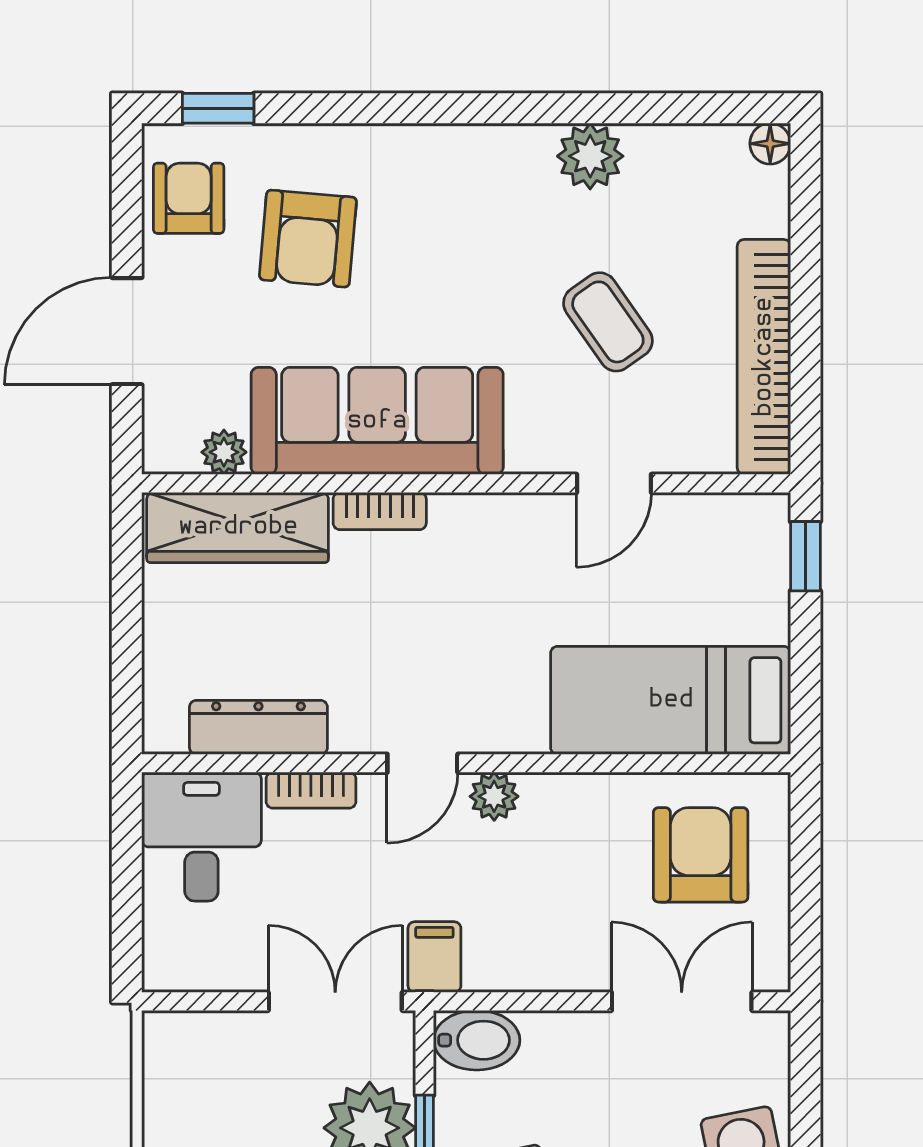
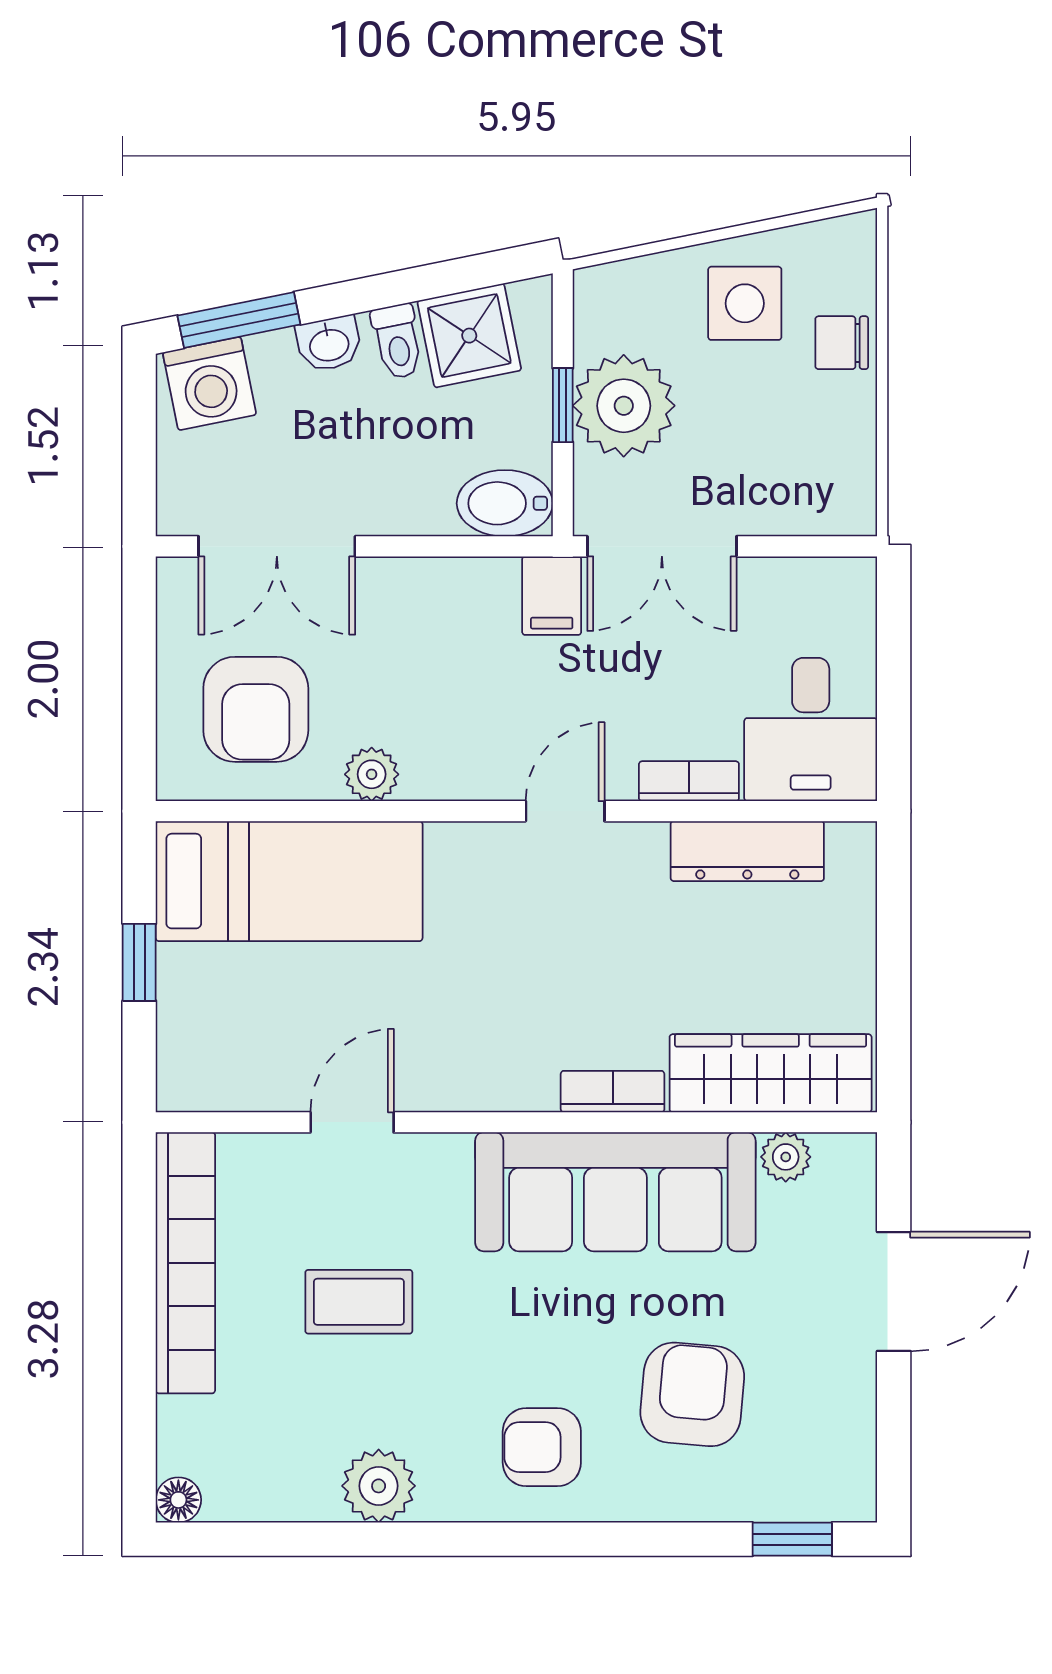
armchair: (189, 198) -> (542, 1447), moved, turned 90
coffee table: (608, 322) -> (359, 1302), turned -55
window: (805, 556) -> (139, 962), moved
plant: (494, 796) -> (372, 774), moved

